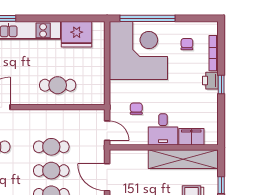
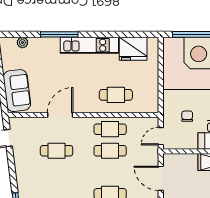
door: (107, 131) -> (161, 136), swing flipped
cafe table: (51, 171) -> (110, 129), moved

